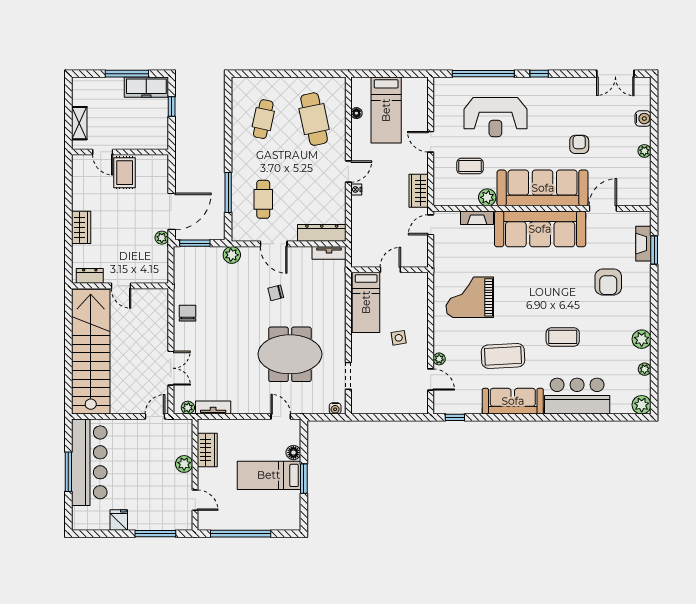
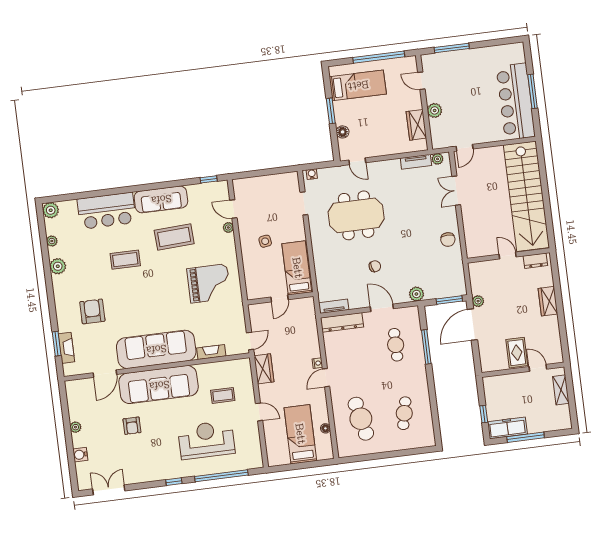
plant: (487, 197) -> (205, 371), removed
bed: (269, 475) -> (358, 85), moved
fridge: (119, 520) -> (484, 56), removed

